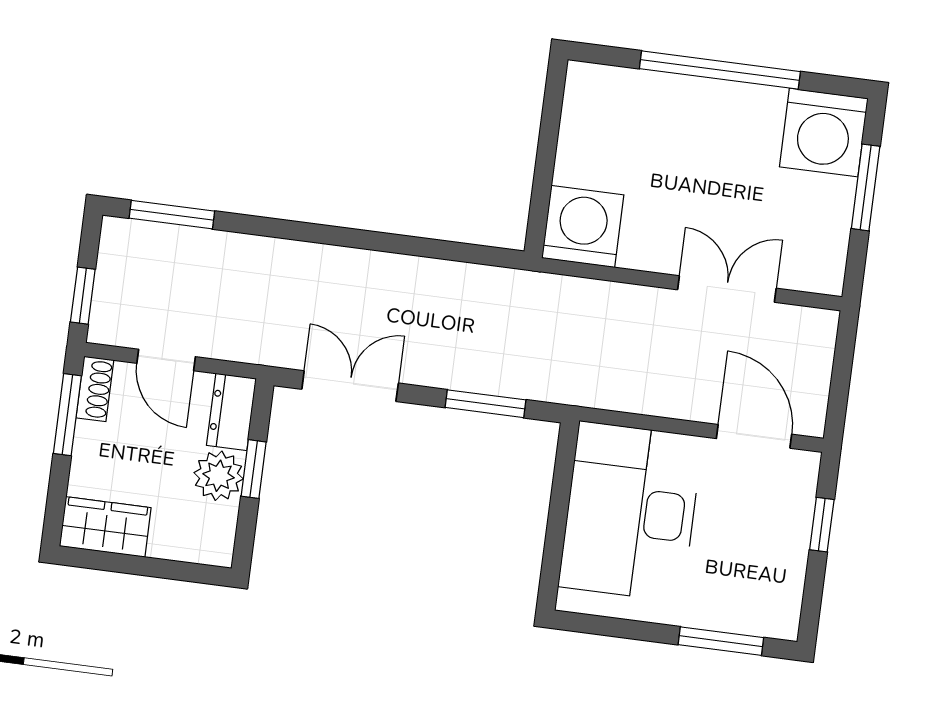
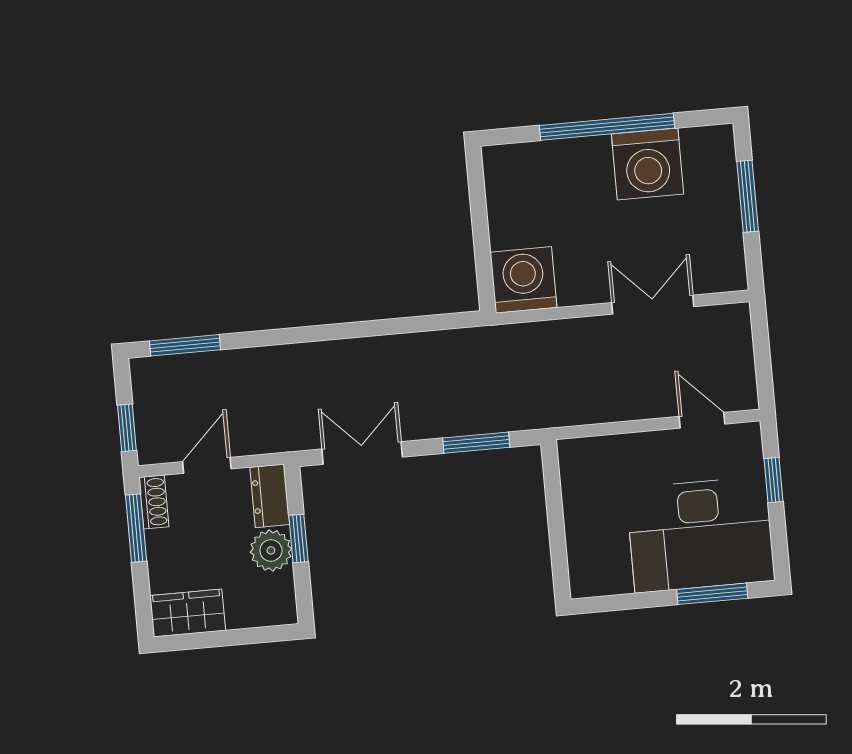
washing machine: (824, 133) -> (648, 164), moved
door: (166, 360) -> (207, 465), swing flipped
door: (754, 436) -> (702, 420), width x0.73
desk: (631, 512) -> (700, 535), moved, turned -90

